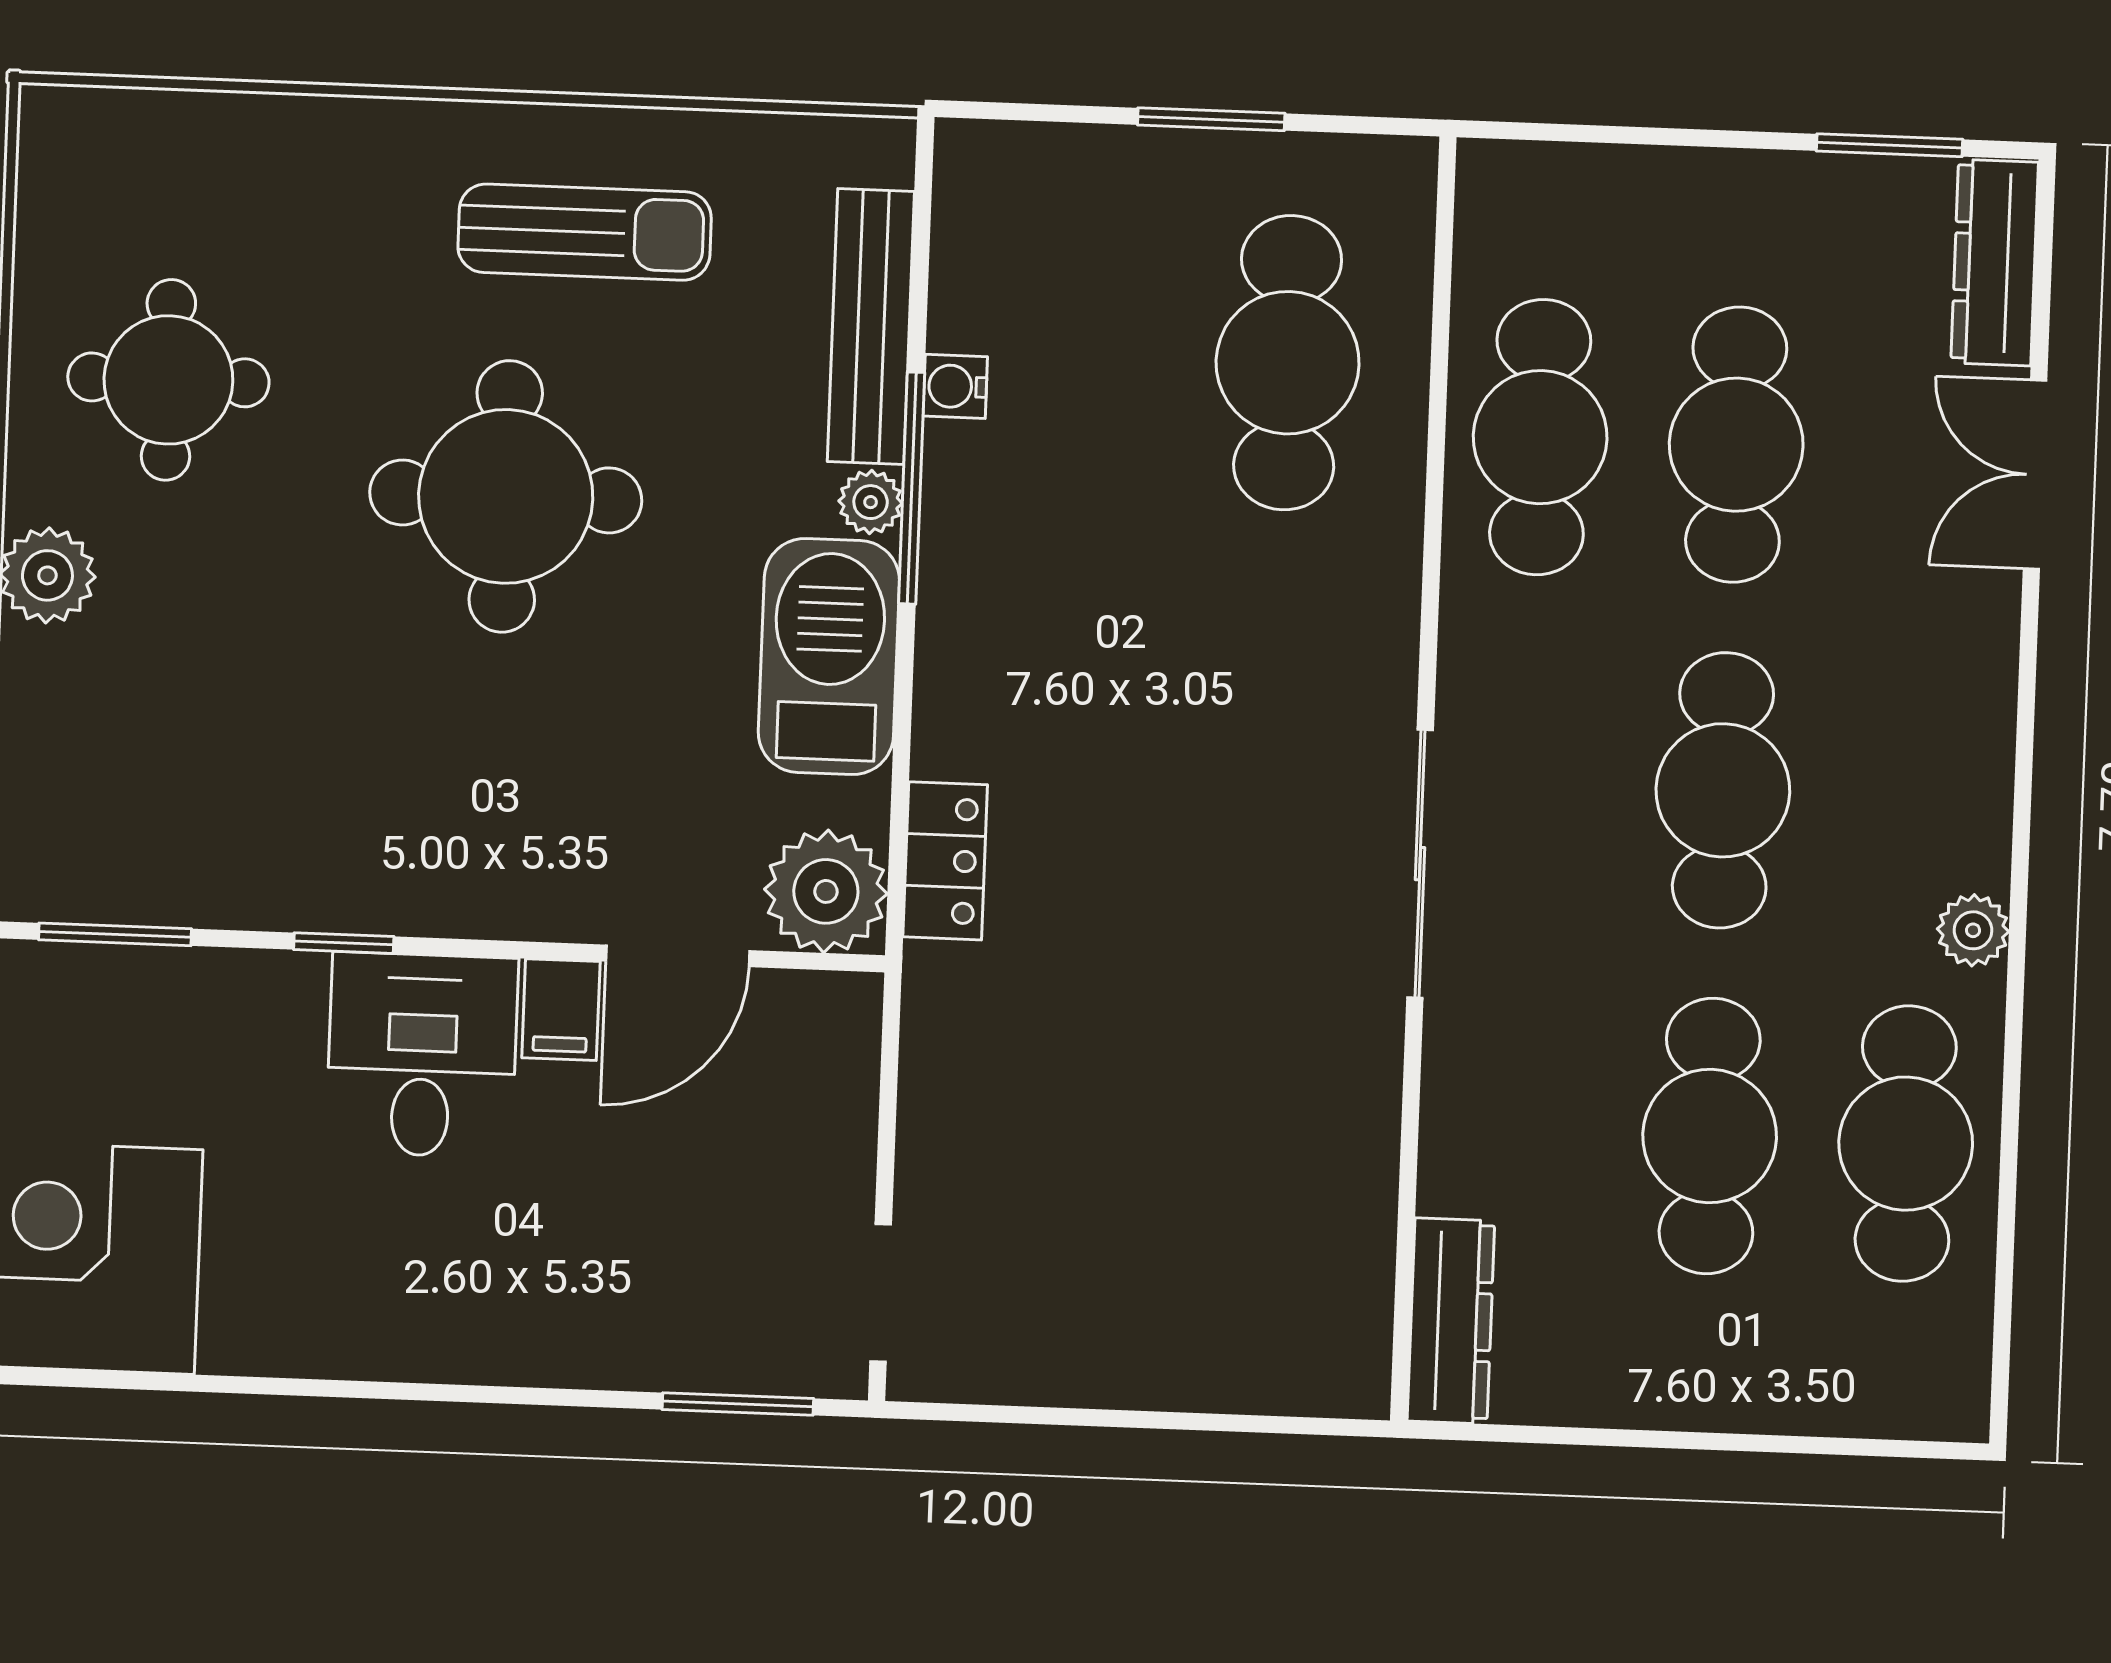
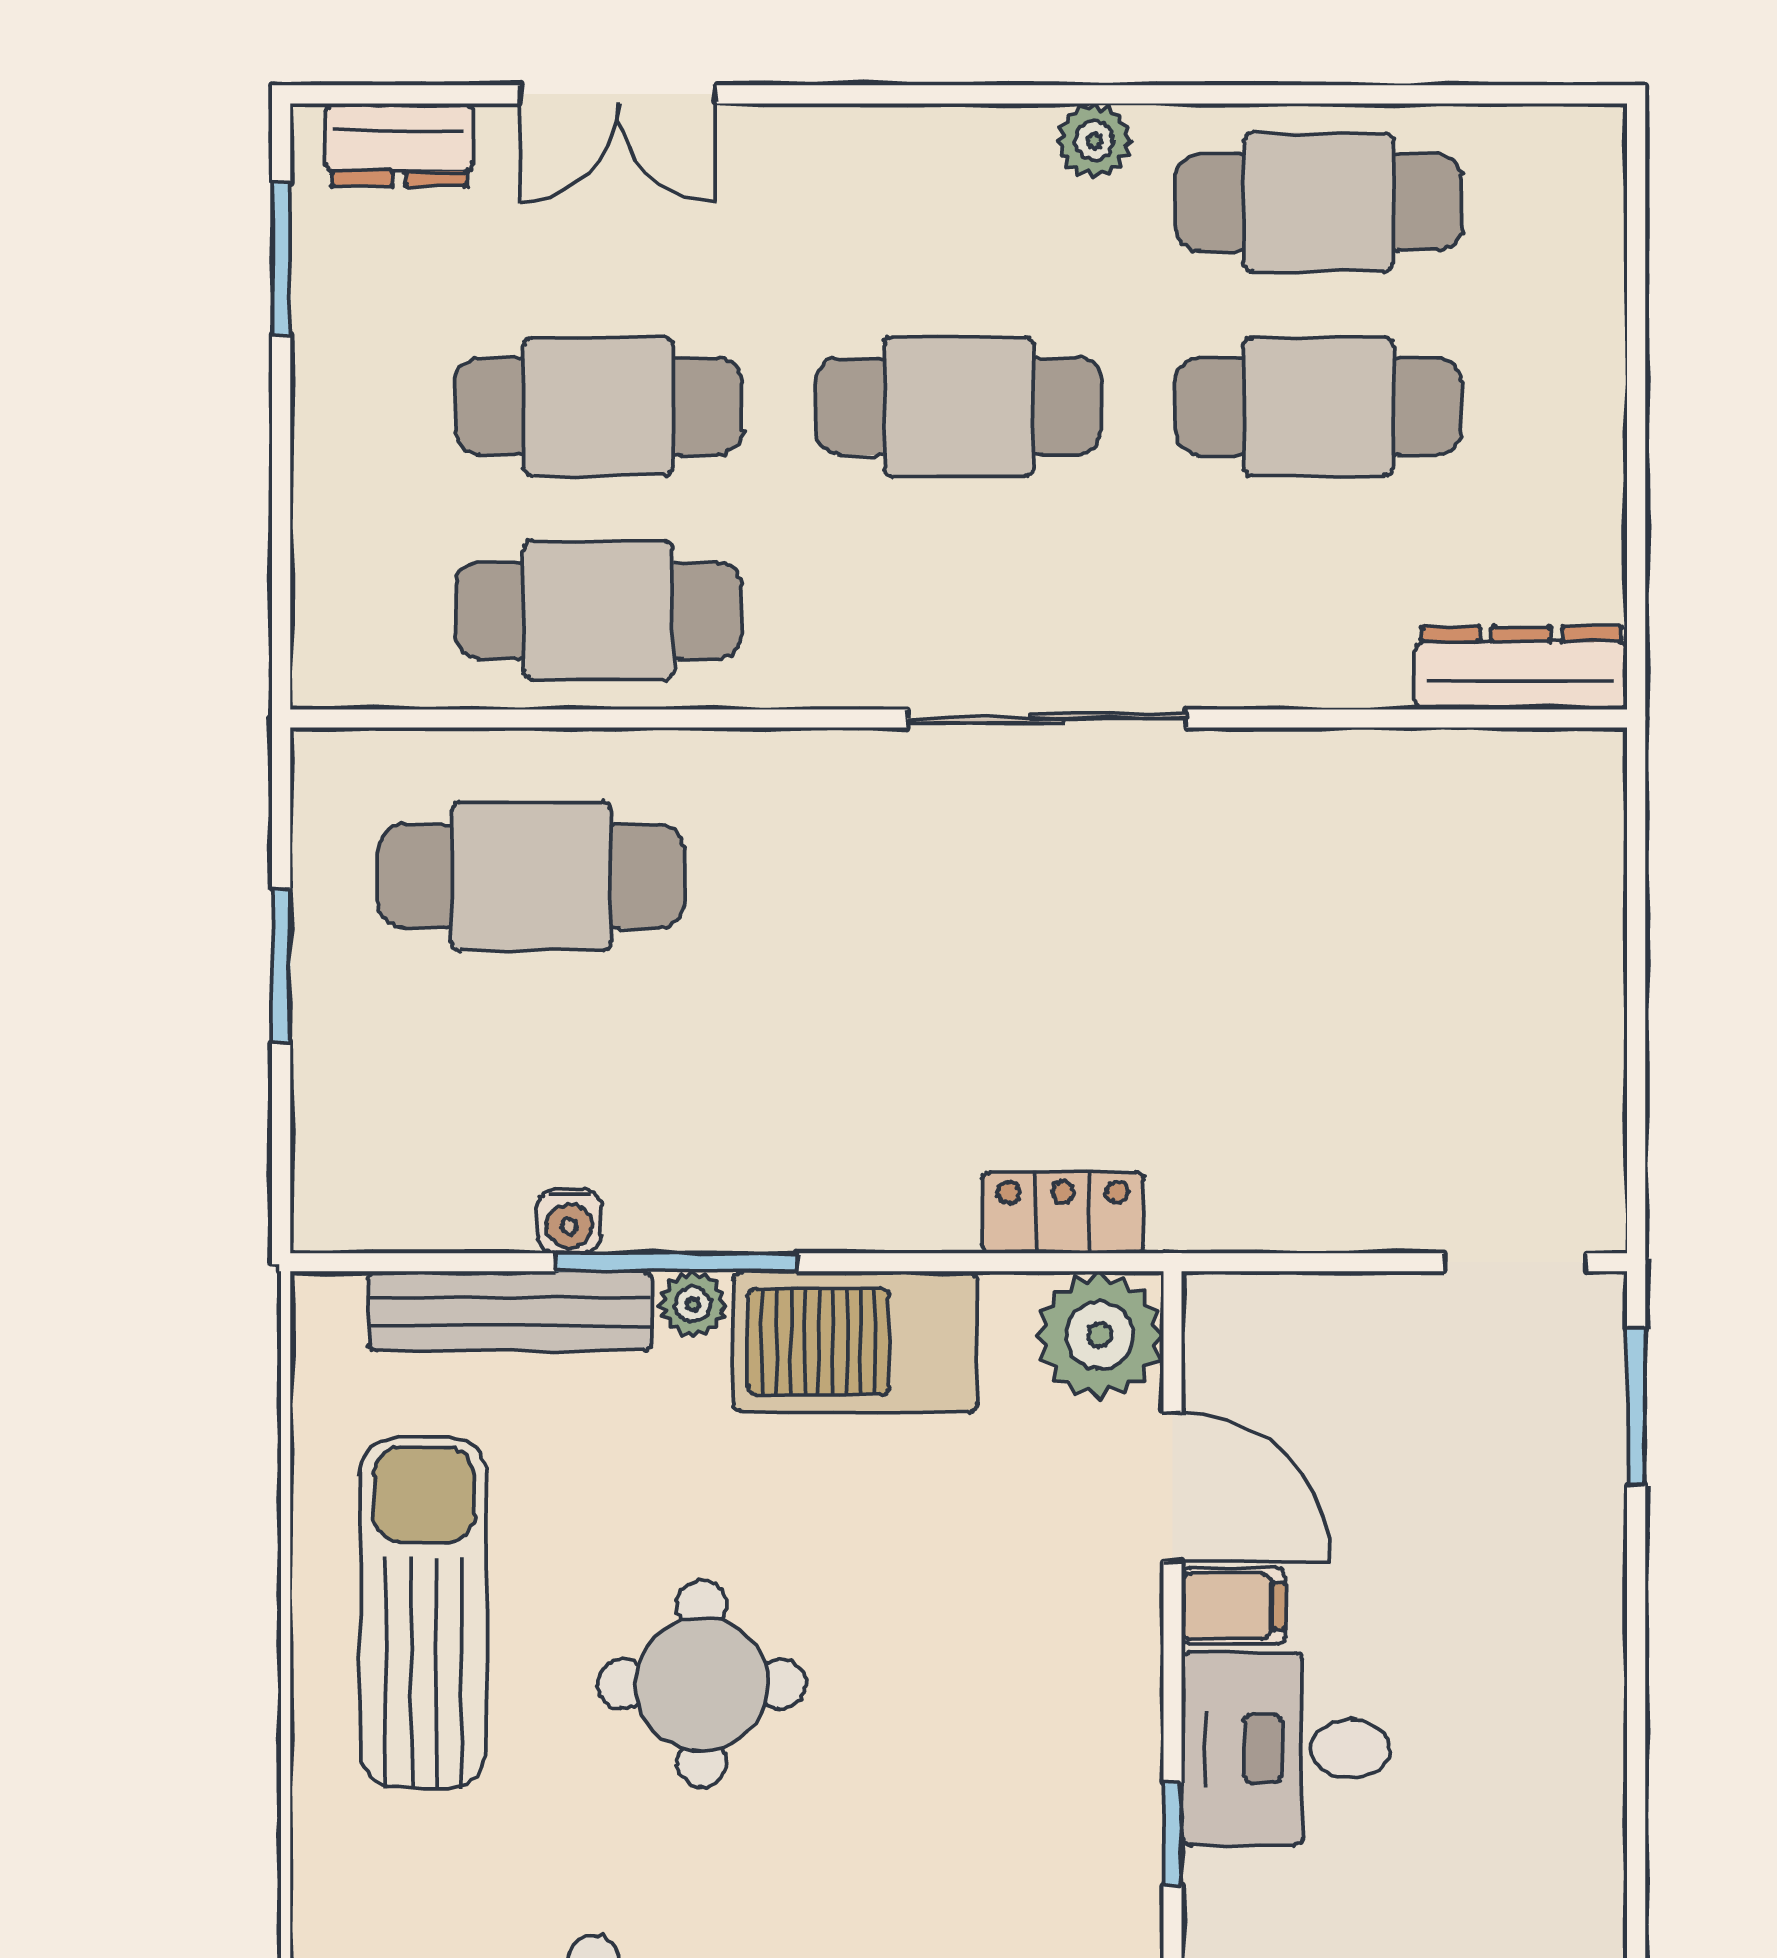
sun lounger: (585, 232) -> (424, 1613), width x1.36, depth x1.34
dresser: (1995, 263) -> (399, 145), width x0.70
round table: (506, 496) -> (702, 1684), width x0.73, depth x0.73

